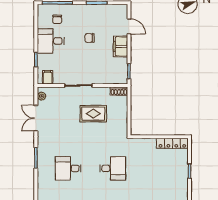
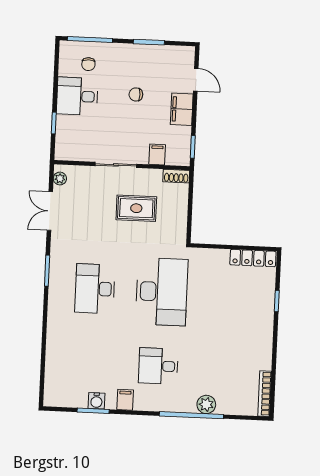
filing cabinet: (48, 77) -> (157, 154), moved
desk: (68, 168) -> (95, 289), width x1.37
desk: (113, 168) -> (162, 292), width x1.87, depth x1.30

